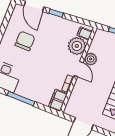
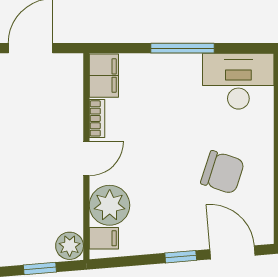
chair: (25, 41) -> (223, 172), turned -72
plant: (91, 59) -> (70, 246), moved
door: (79, 69) -> (86, 158), swing flipped

